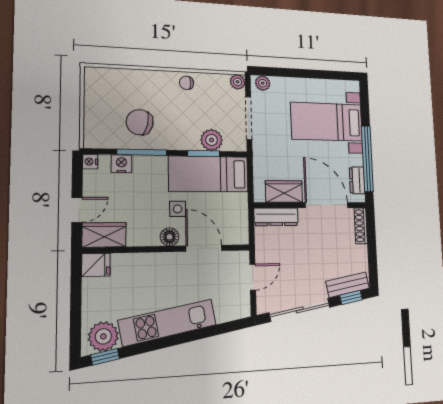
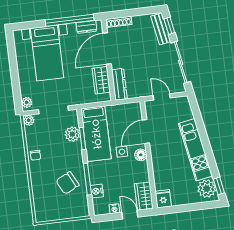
chair: (140, 122) -> (68, 183), turned 50
nightstand: (90, 162) -> (114, 209), moved

